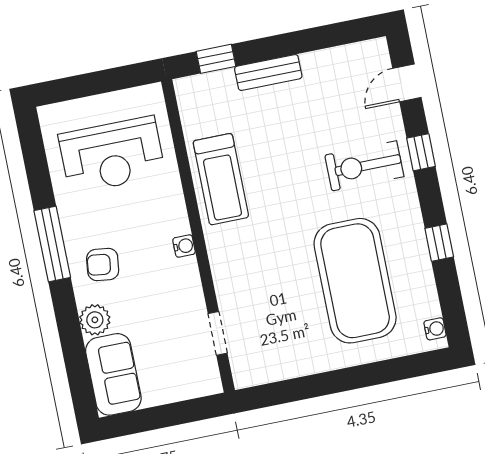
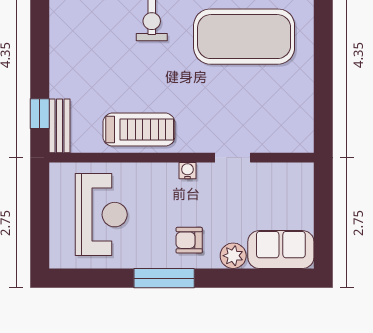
bench: (268, 72) -> (60, 126), moved
armchair: (103, 264) -> (189, 240), turned 83
doorway: (218, 333) -> (233, 158), moved

